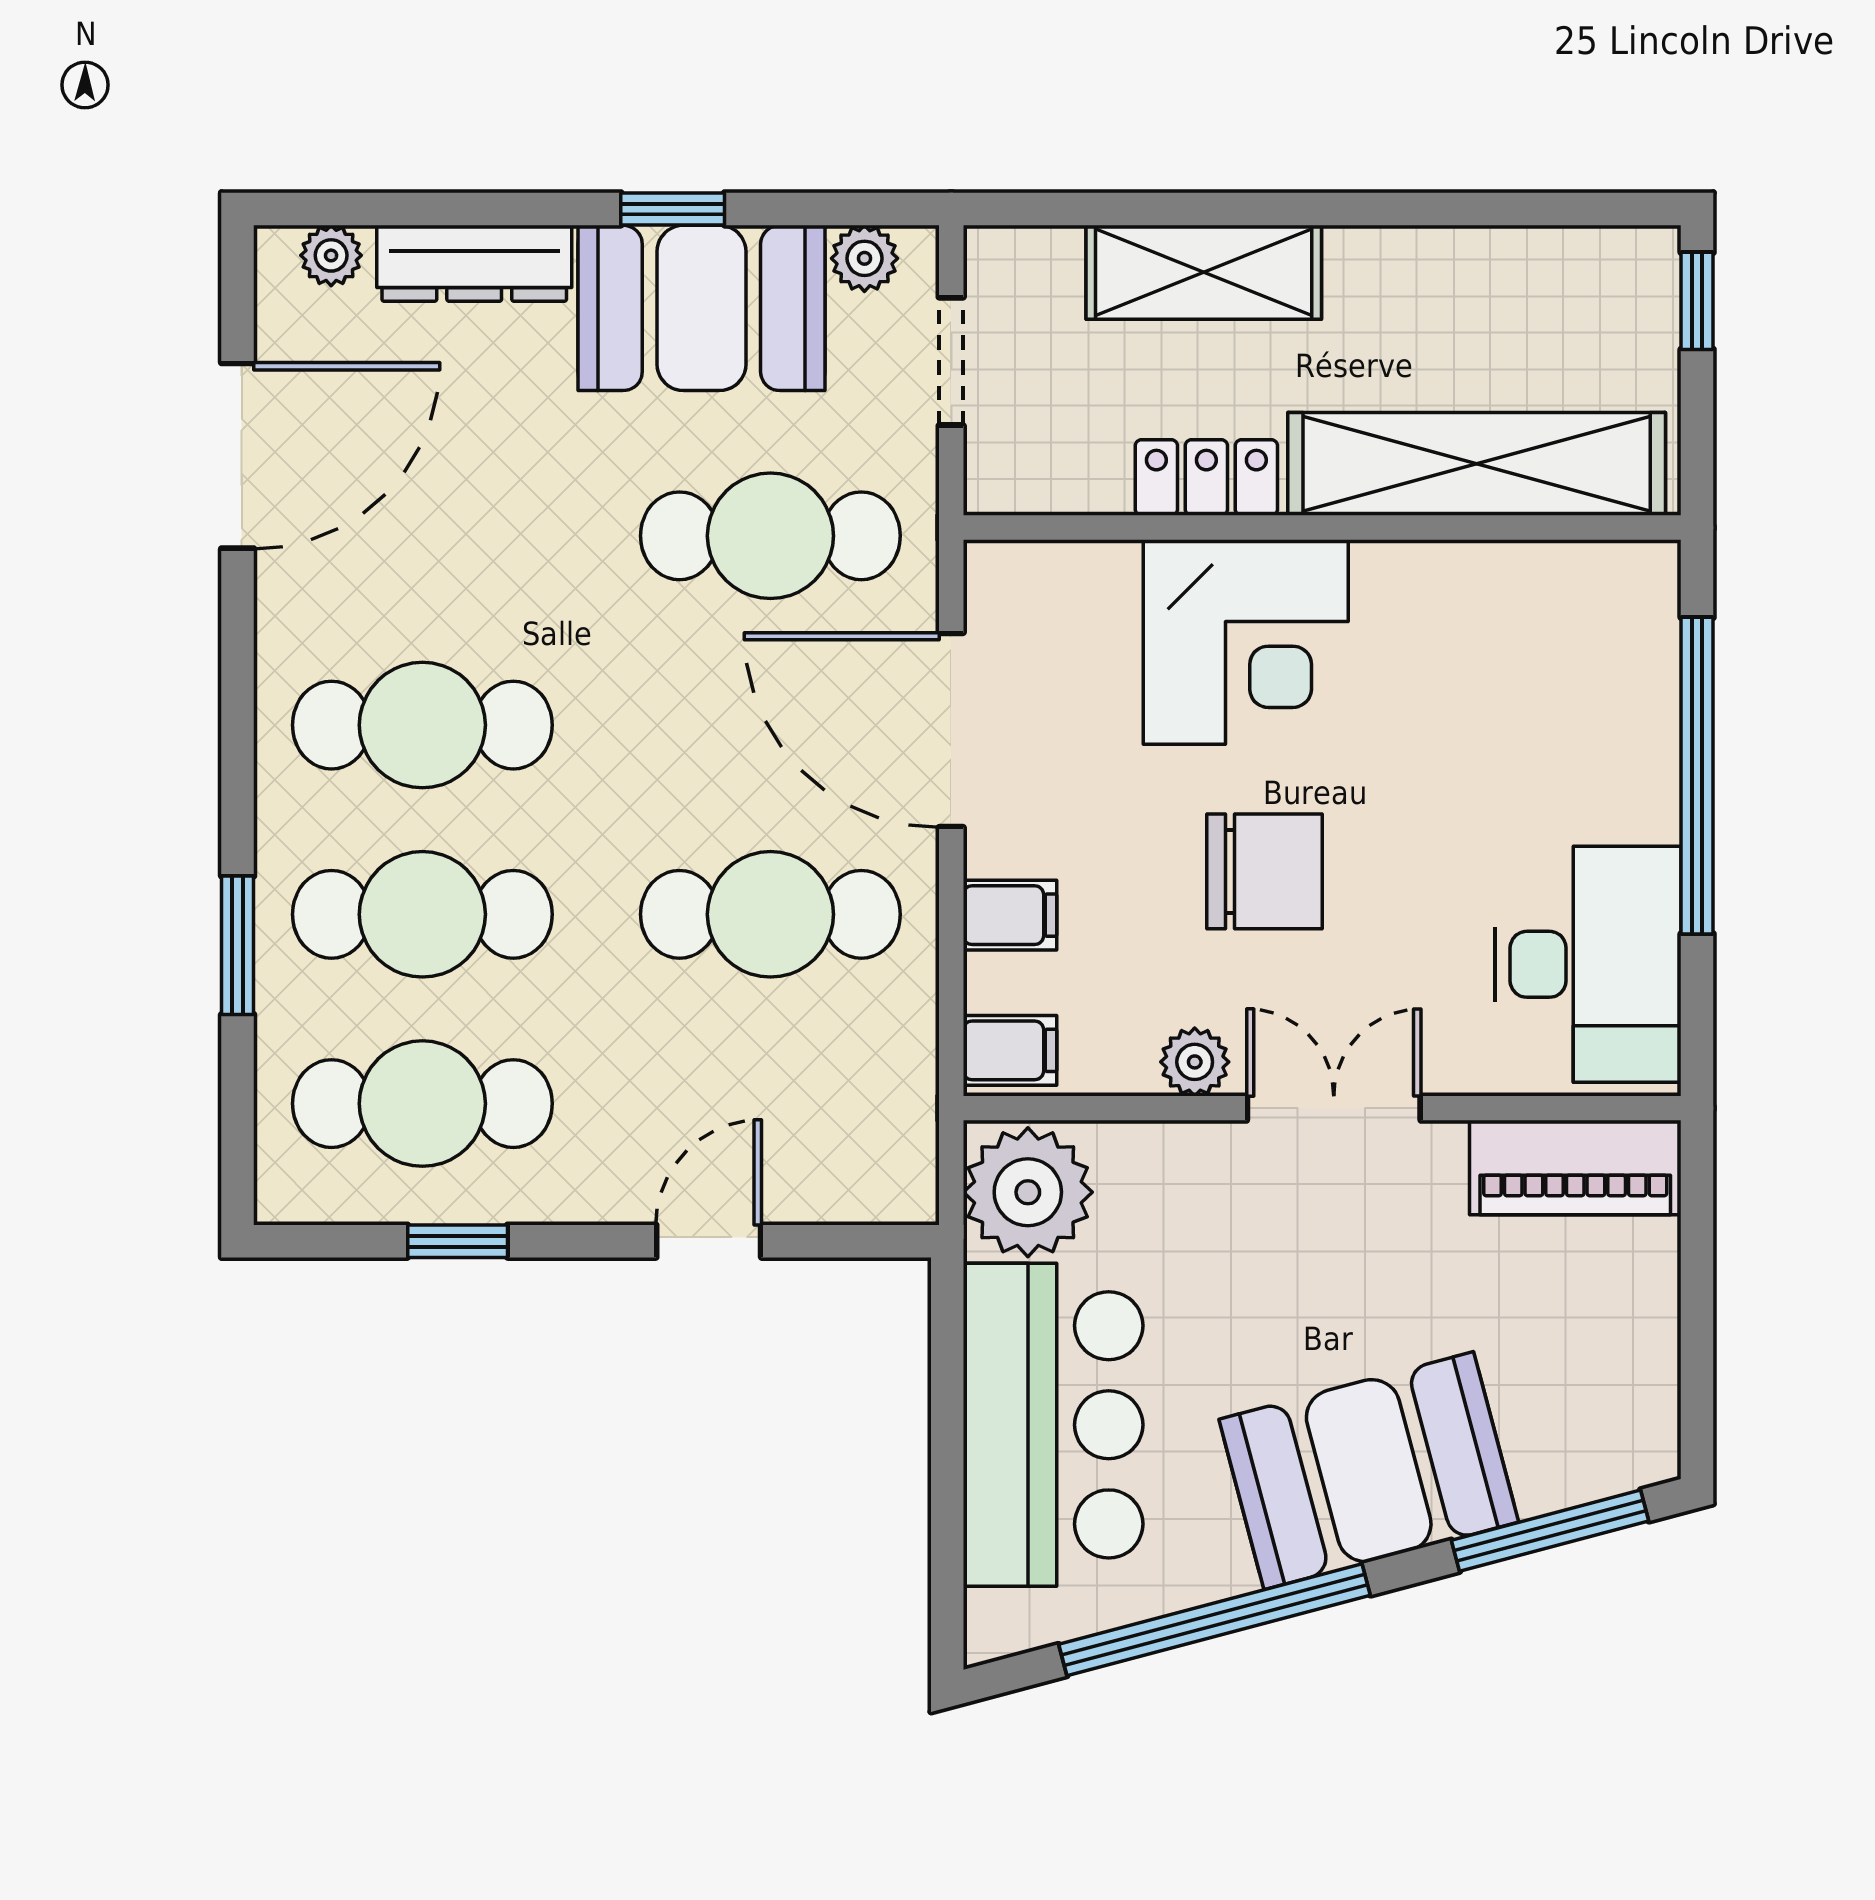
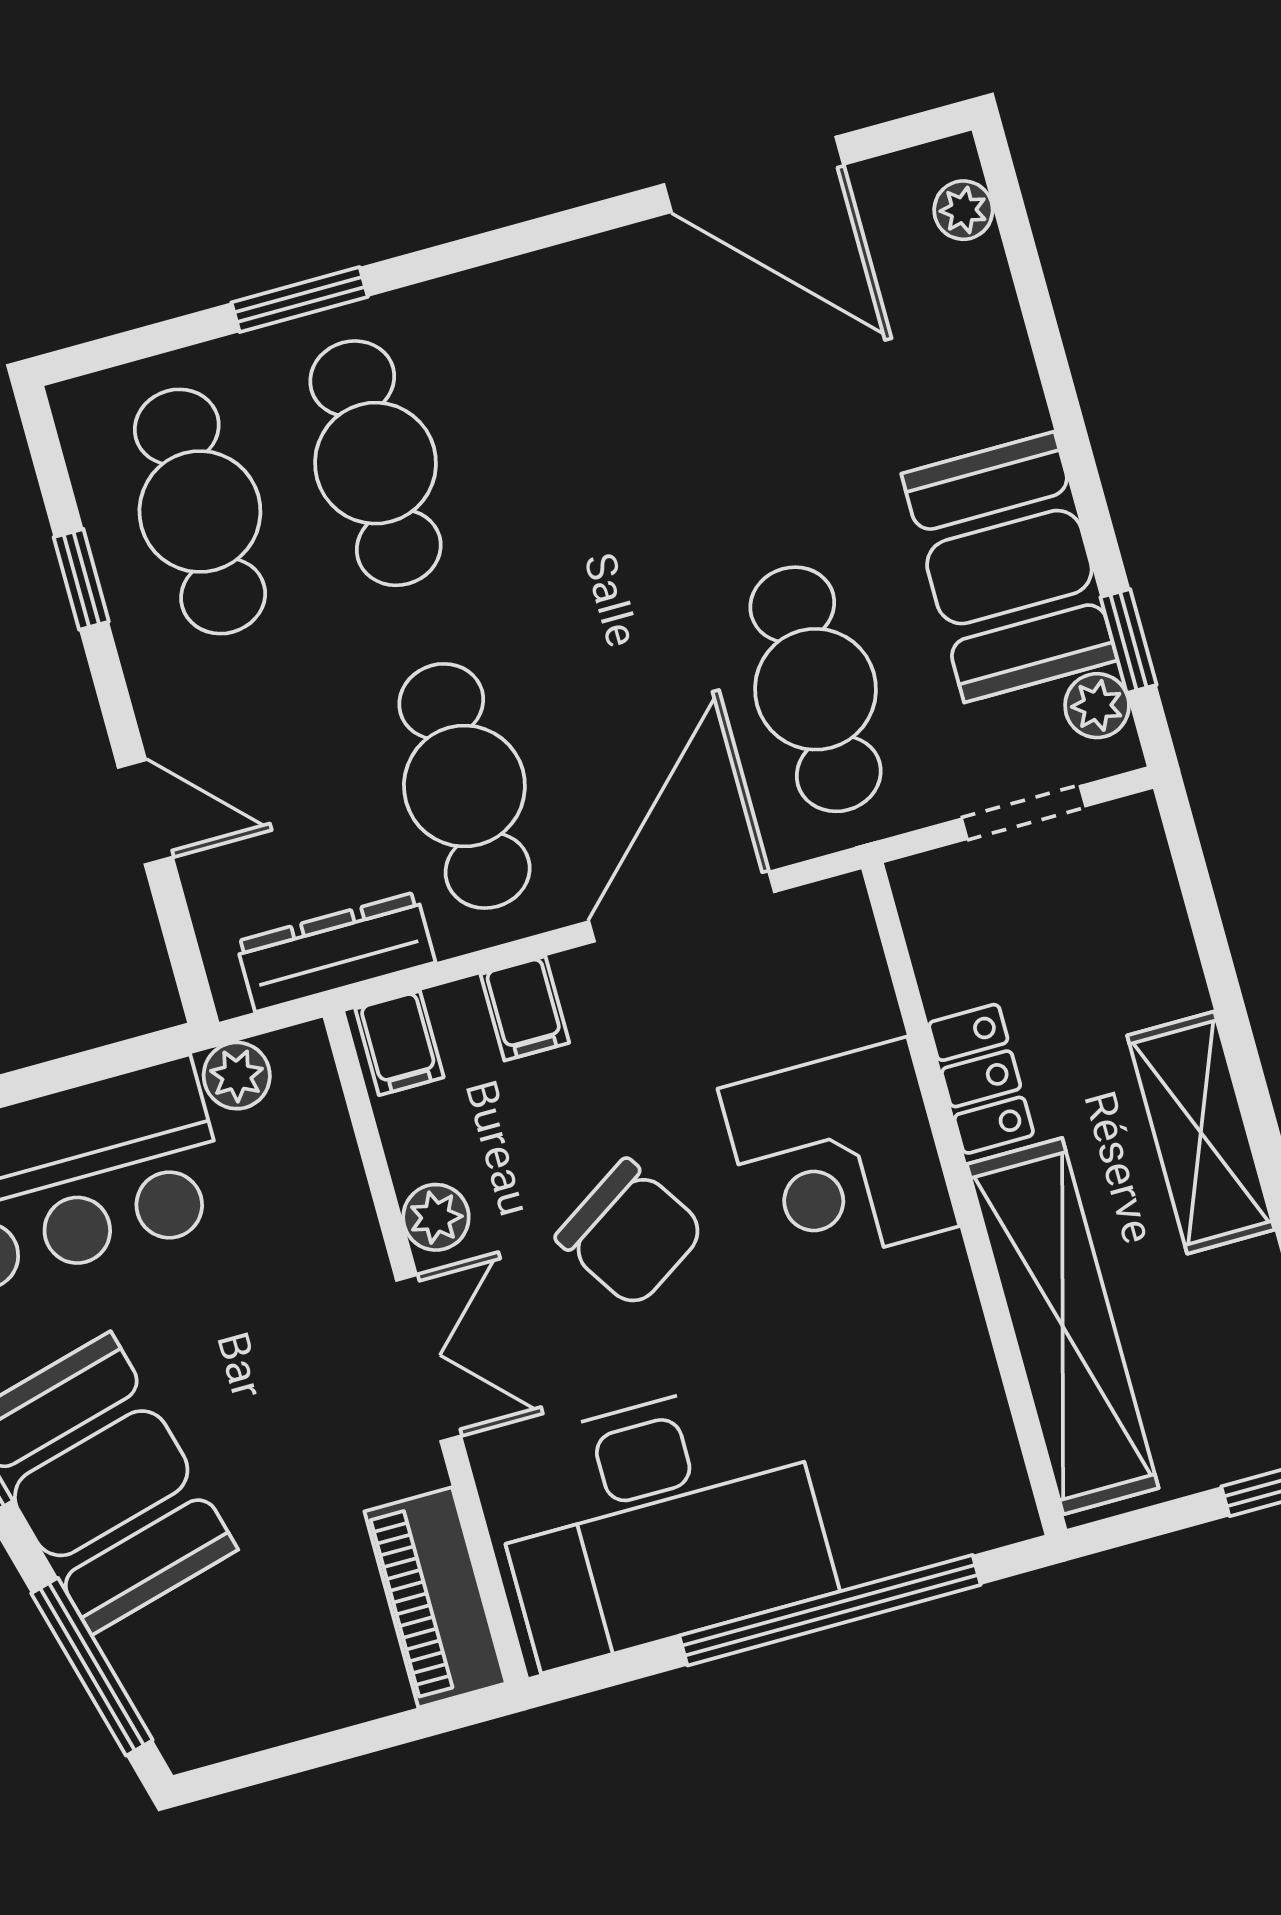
window: (673, 209) -> (1128, 641), moved
dresser: (474, 263) -> (336, 952), moved, turned 90
shelving: (1204, 272) -> (1201, 1133), moved
cafe table: (422, 725) -> (551, 415), removed
chair: (1265, 871) -> (631, 1233), turned -33
desk: (1588, 964) -> (660, 1521), width x1.36, depth x1.30
plant: (1028, 1192) -> (237, 1076), width x0.53, depth x0.53

